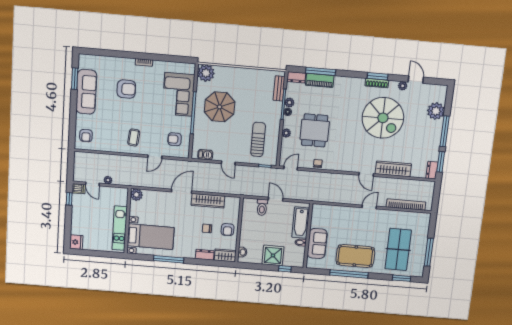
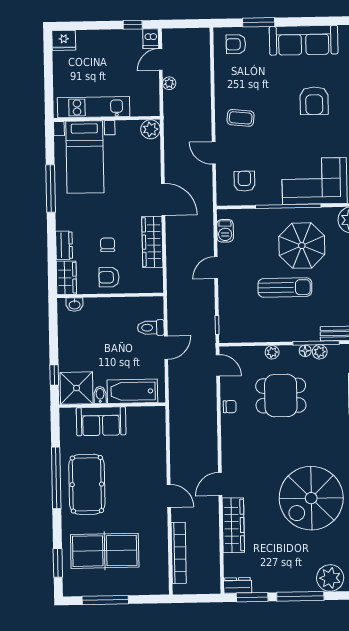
window: (75, 79) -> (259, 22), moved
sun lounger: (258, 139) -> (285, 288), moved
shower: (273, 255) -> (77, 388), moved

